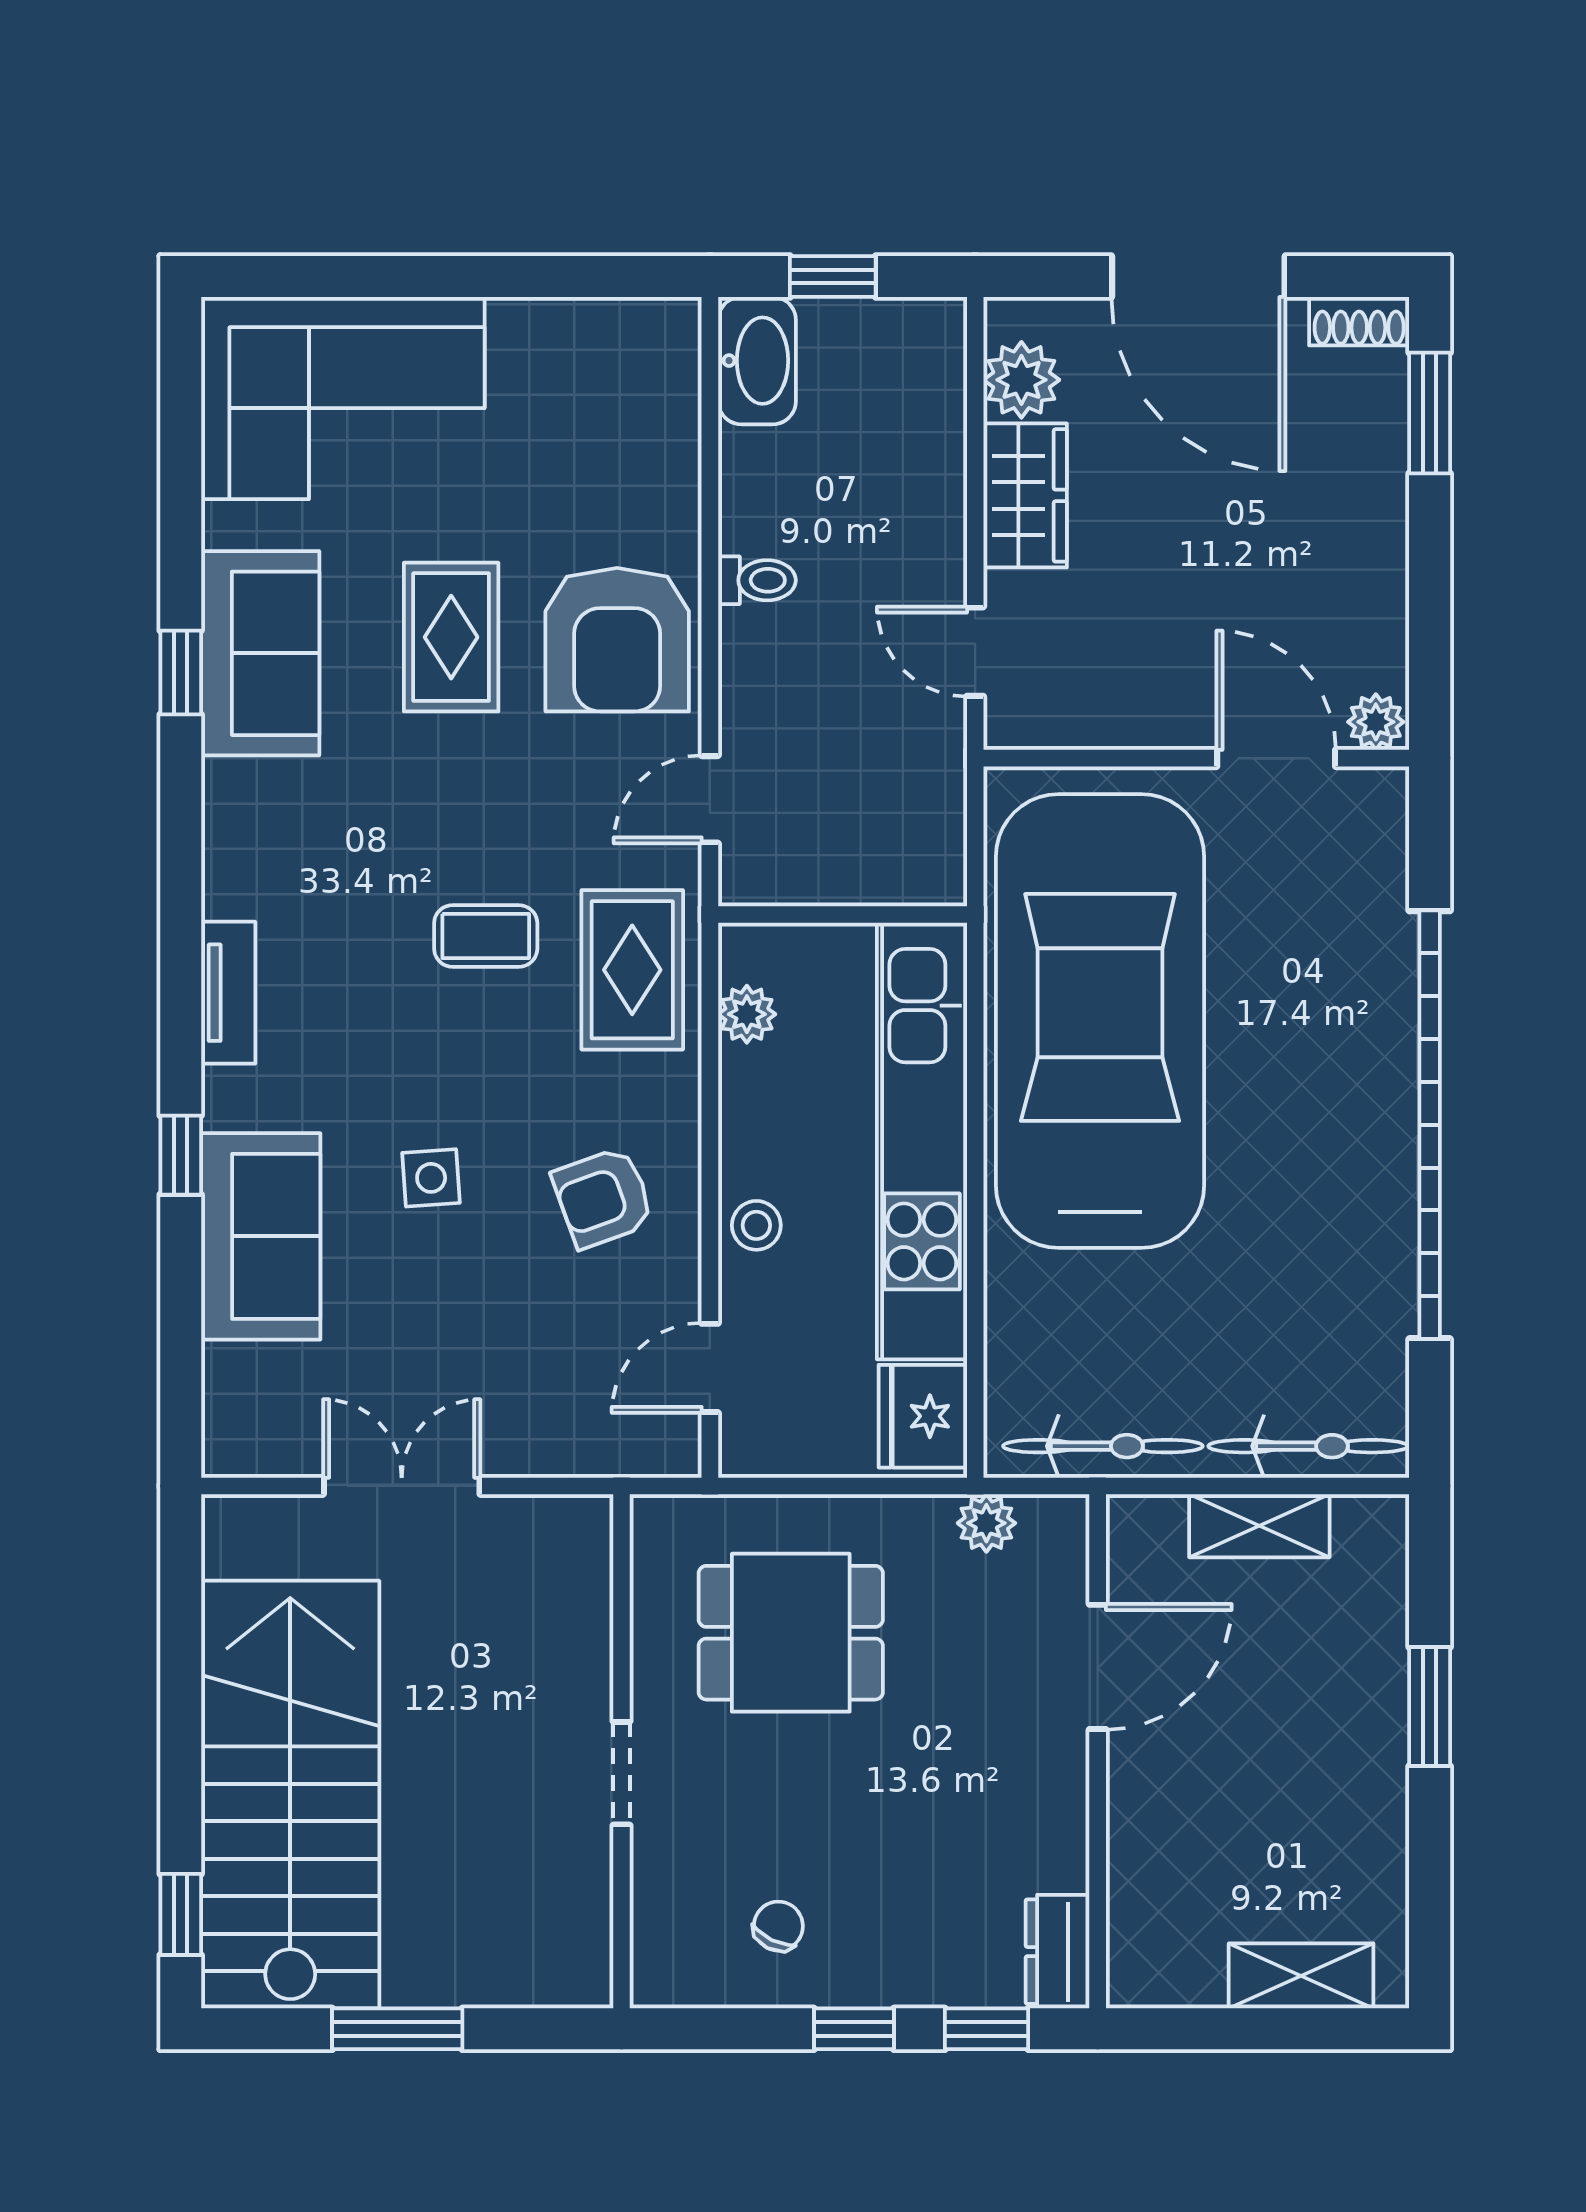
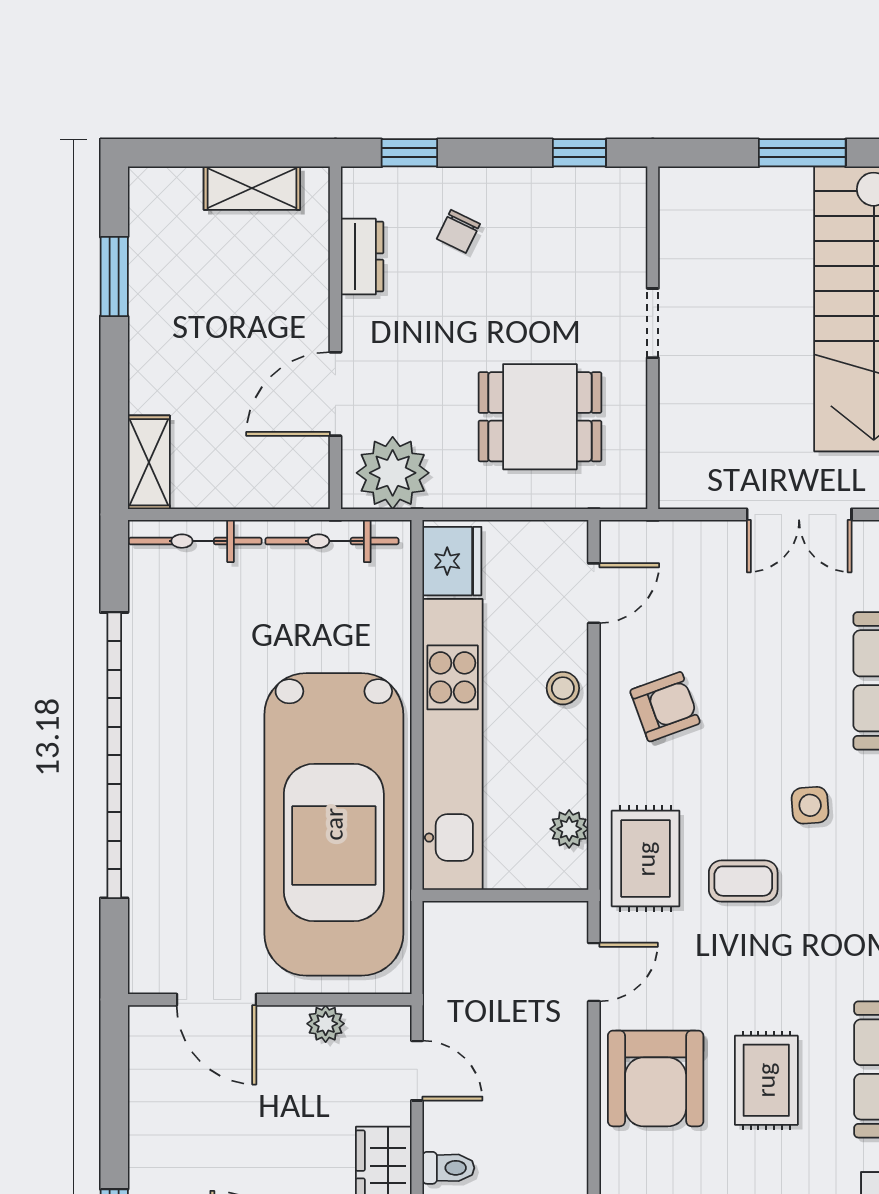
toilet: (757, 580) -> (448, 1168), moved, turned 180
armchair: (617, 640) -> (656, 1078), turned 180
plant: (1376, 722) -> (326, 1024), moved
side table: (431, 1178) -> (810, 805), moved
plant: (986, 1523) -> (393, 473), width x1.87, depth x1.87
shelving: (1259, 1526) -> (149, 462), moved, turned 90
window: (1430, 1707) -> (114, 276), moved
chair: (778, 1926) -> (458, 231), moved
dresser: (1058, 1952) -> (362, 257), moved
shelving: (1301, 1976) -> (252, 188), moved
window: (854, 2029) -> (579, 153), moved

